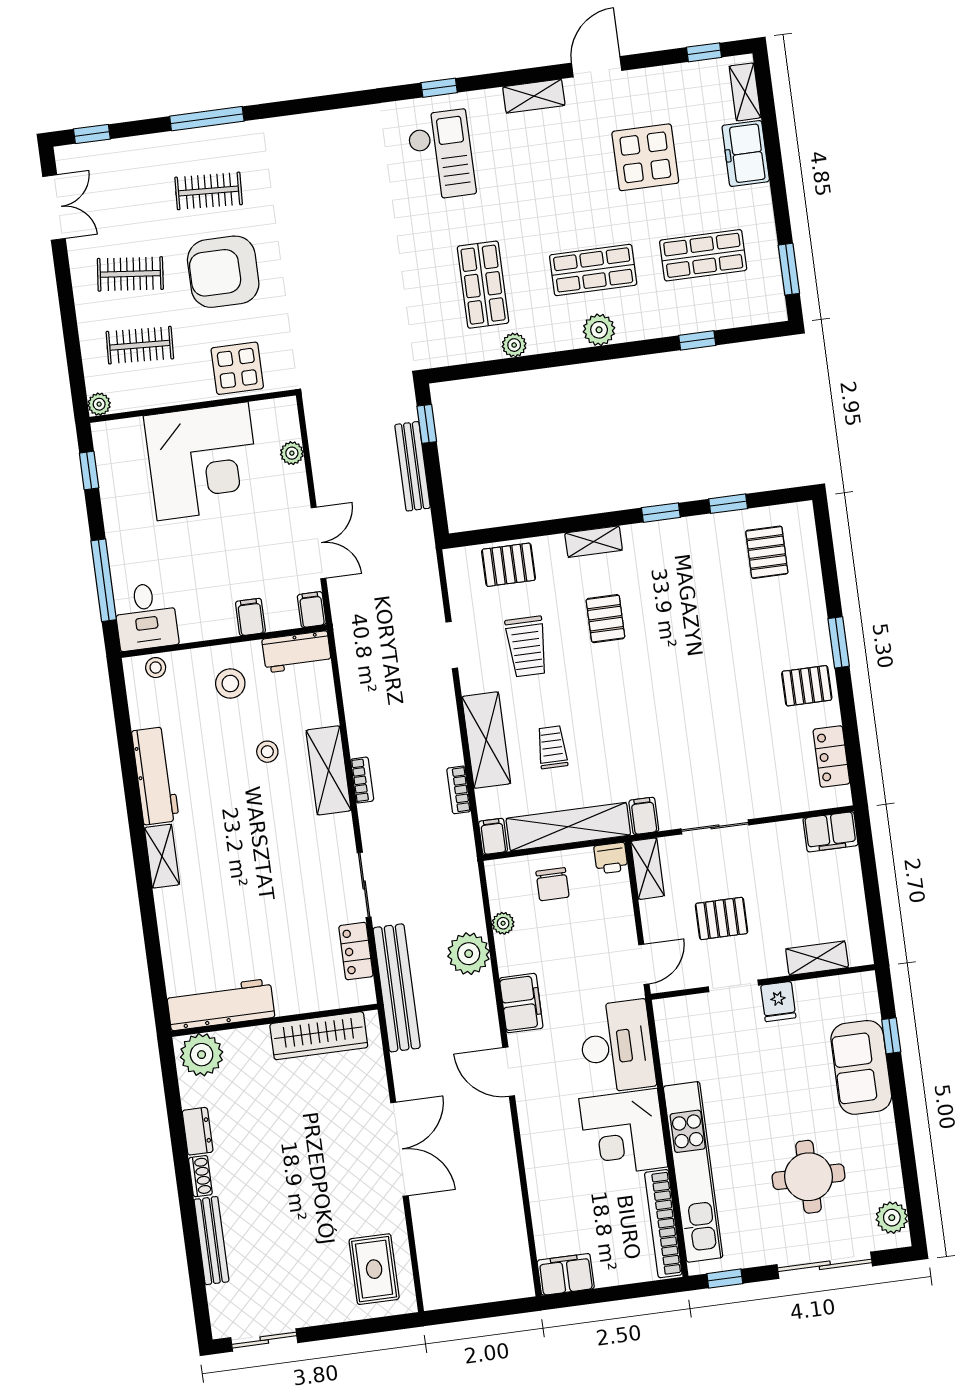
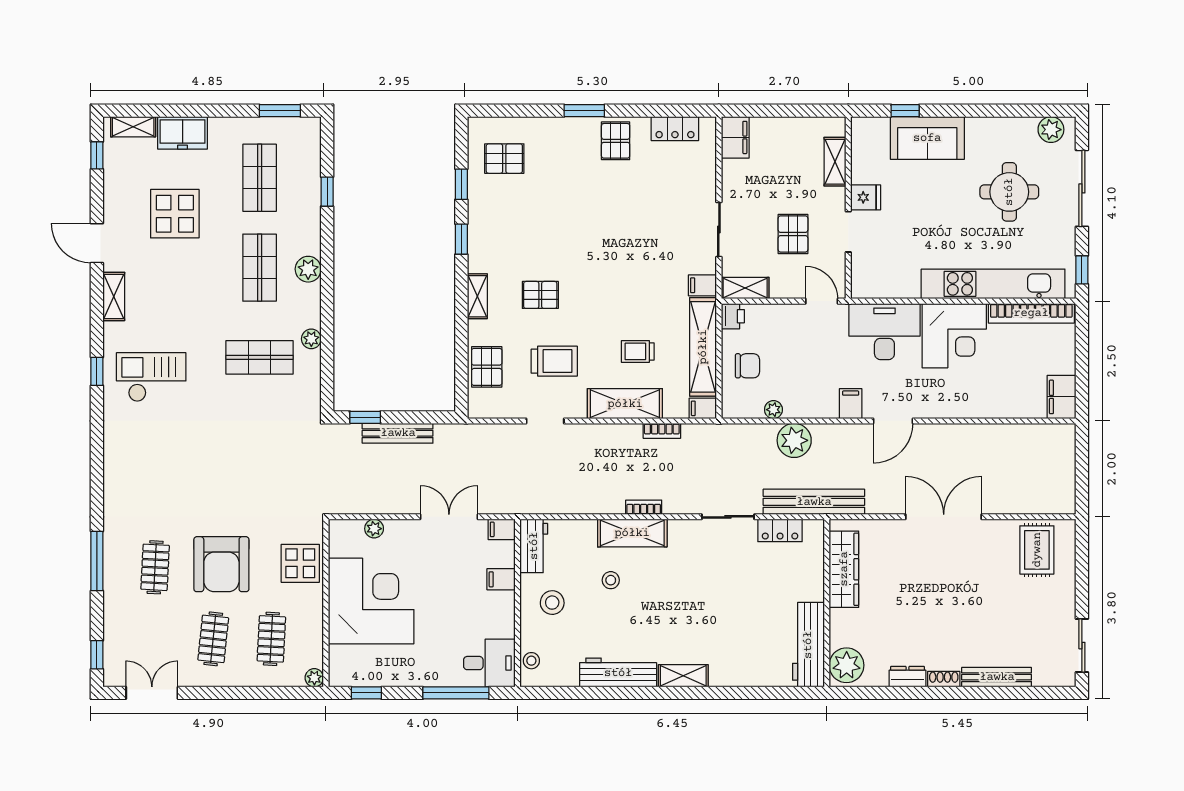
filing cabinet: (521, 1003) -> (851, 404), width x0.50
rug: (374, 1269) -> (1037, 550), turned 90

